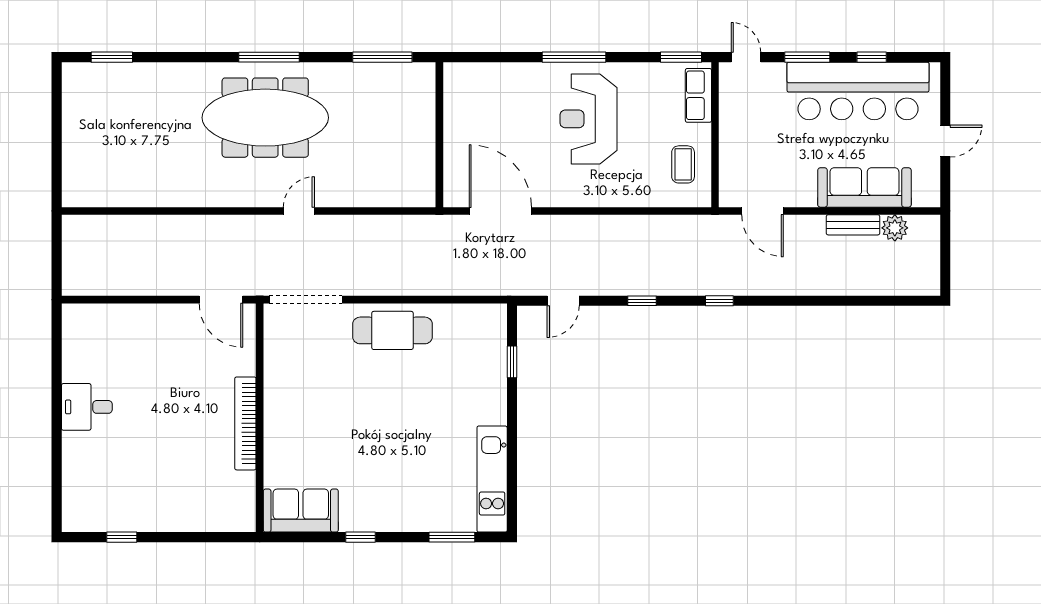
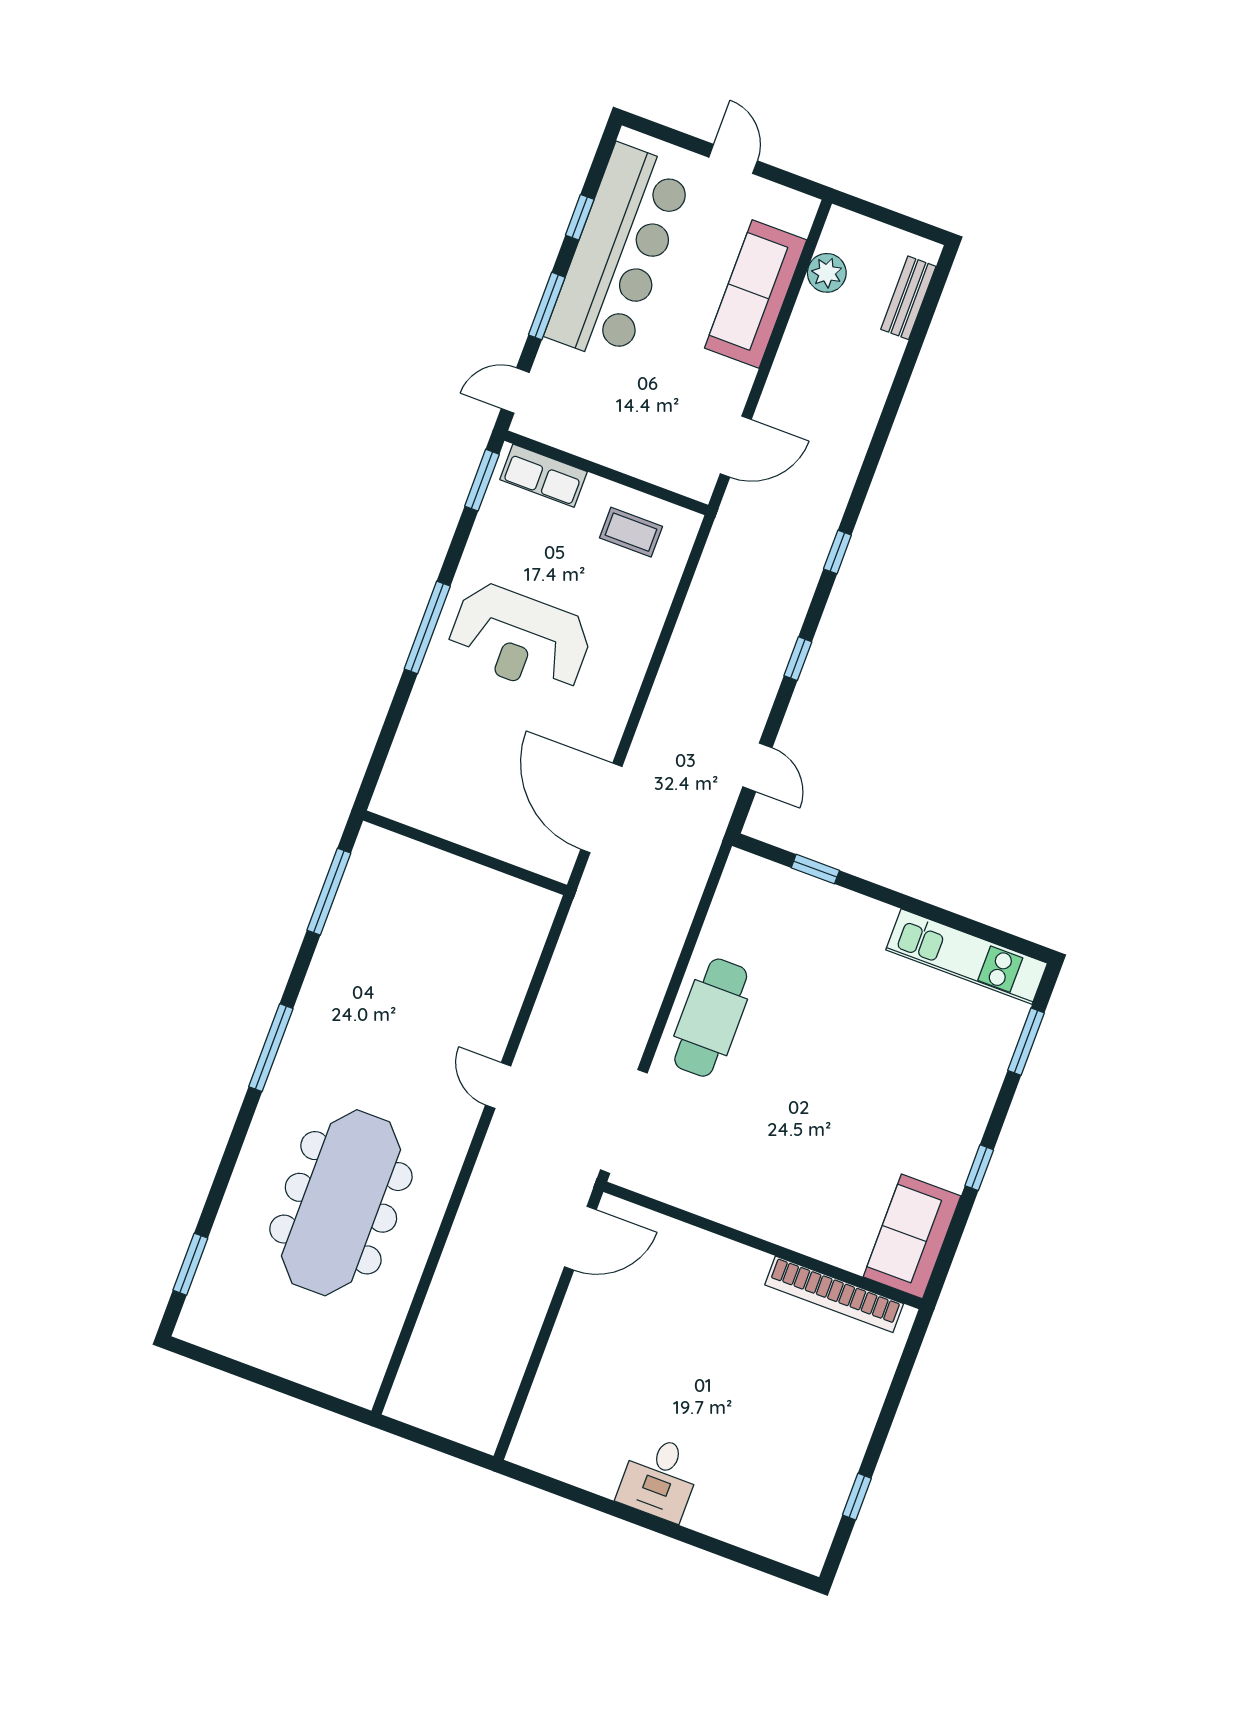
meeting table: (265, 118) -> (341, 1203), moved
door: (500, 211) -> (601, 808), hinge flipped
bench: (853, 225) -> (908, 298), moved
bookcase: (245, 423) -> (834, 1294), moved

